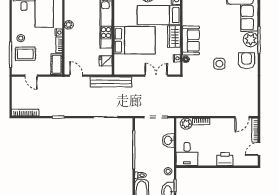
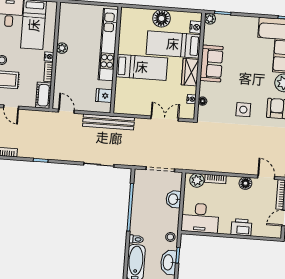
bed: (135, 40) -> (142, 67), width x0.67
sofa: (191, 40) -> (211, 64), moved
door: (242, 117) -> (266, 177), swing flipped
floor lamp: (226, 123) -> (245, 183), added
desk: (187, 154) -> (200, 218), width x1.37

